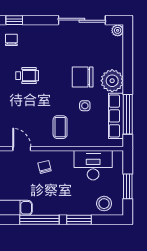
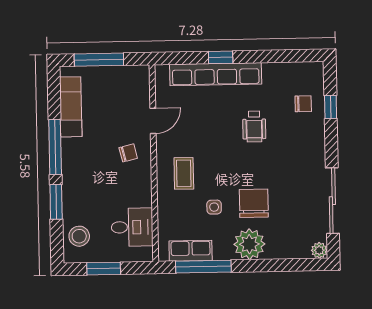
row of seats: (116, 116) -> (191, 251), width x0.68
coffee table: (60, 127) -> (184, 173), turned 90
desk: (93, 165) -> (132, 227), width x0.73

